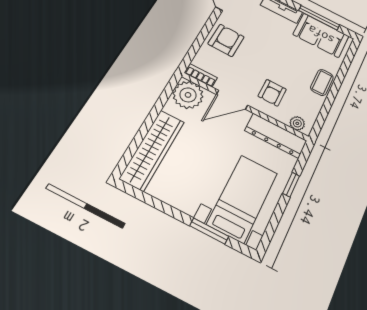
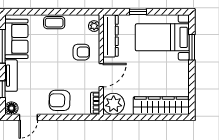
door: (232, 100) -> (101, 75), hinge flipped

